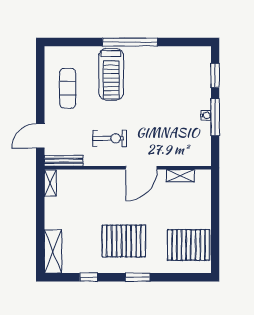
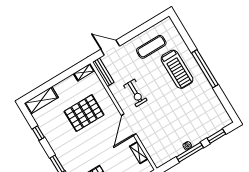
treadmill: (111, 74) -> (177, 69), turned -90
door: (141, 168) -> (129, 125), hinge flipped
pallet: (124, 241) -> (84, 113), moved, turned 90

